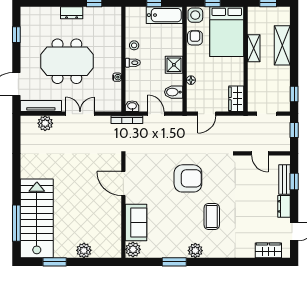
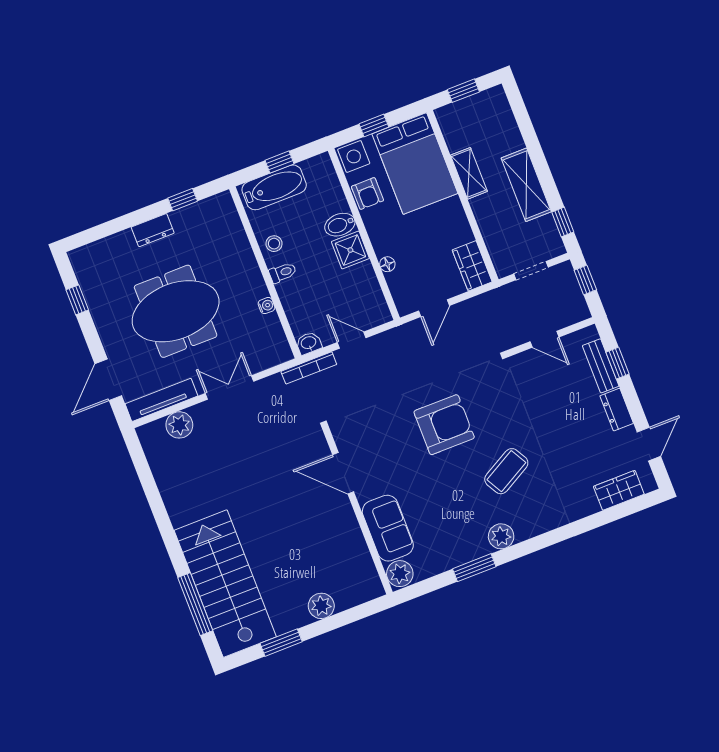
bathtub: (164, 15) -> (274, 187), moved
armchair: (195, 38) -> (367, 194), turned 180
shelving: (282, 45) -> (526, 185), moved
bidet: (174, 92) -> (340, 225), moved
coffee table: (212, 216) -> (506, 471), turned 61

